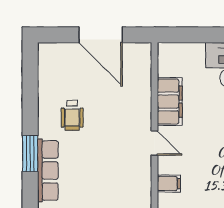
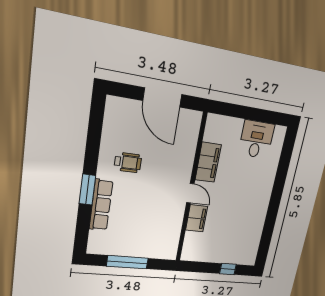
wheelchair: (72, 115) -> (128, 162), turned -90
filing cabinet: (169, 184) -> (197, 218), width x2.00

